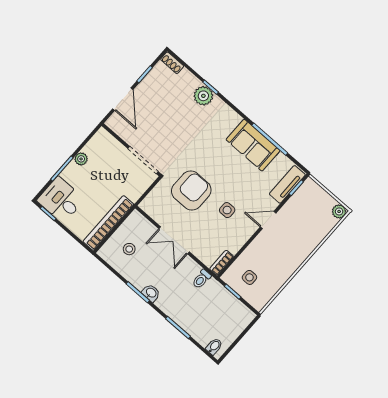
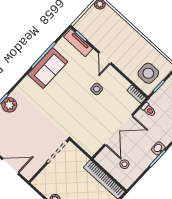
armchair: (191, 191) -> (81, 116), removed
double door: (174, 240) -> (119, 130), width x1.37
side table: (249, 277) -> (148, 73), width x1.87, depth x1.87

